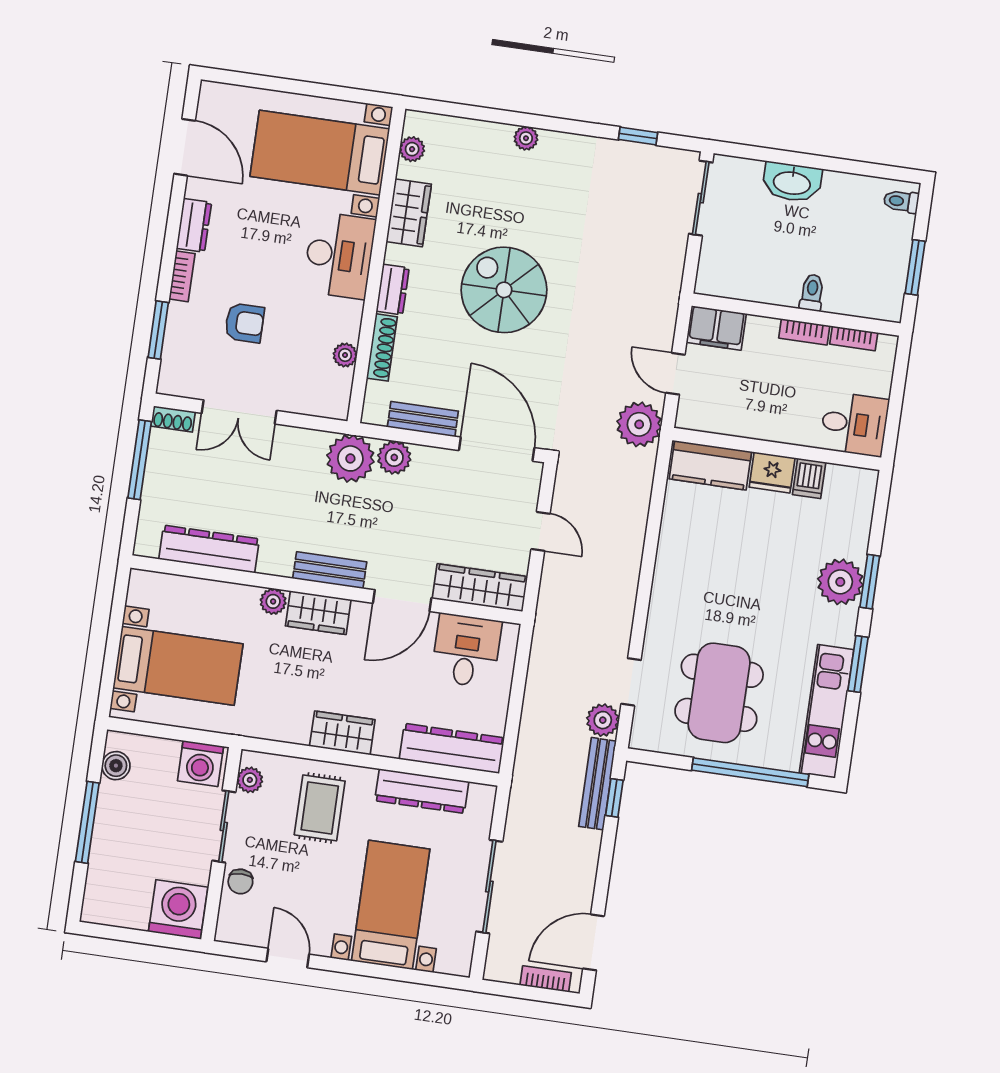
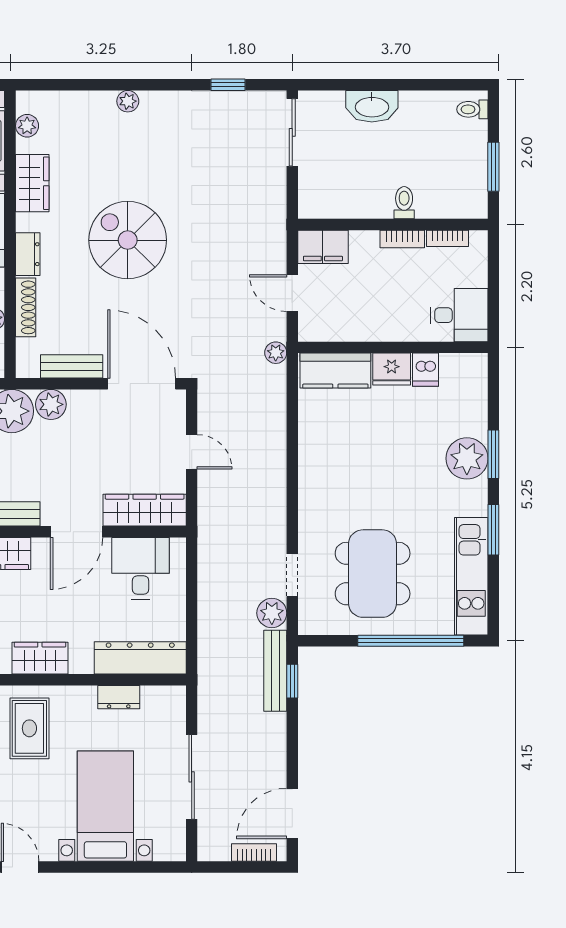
plant: (639, 424) -> (276, 353), width x0.53, depth x0.53
dresser: (422, 791) -> (119, 697), width x0.51, depth x0.80

